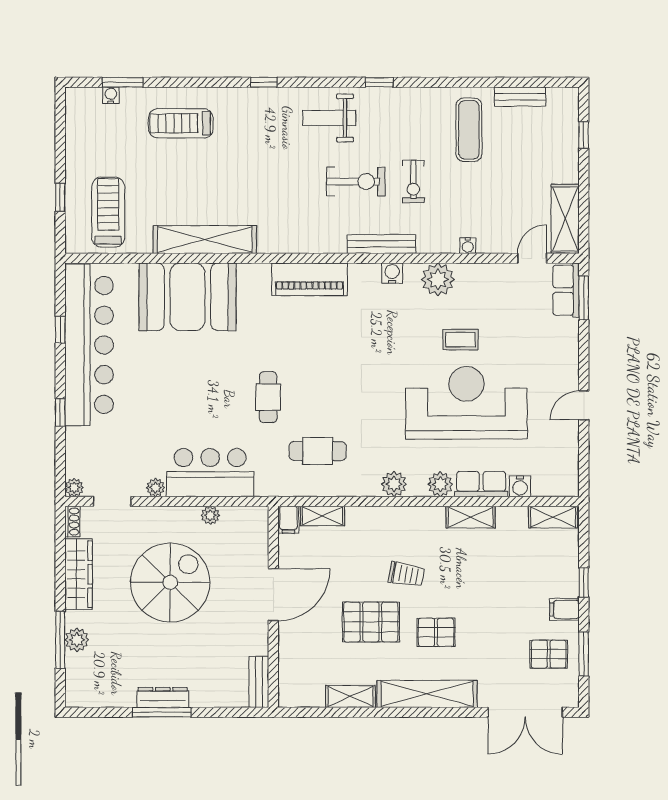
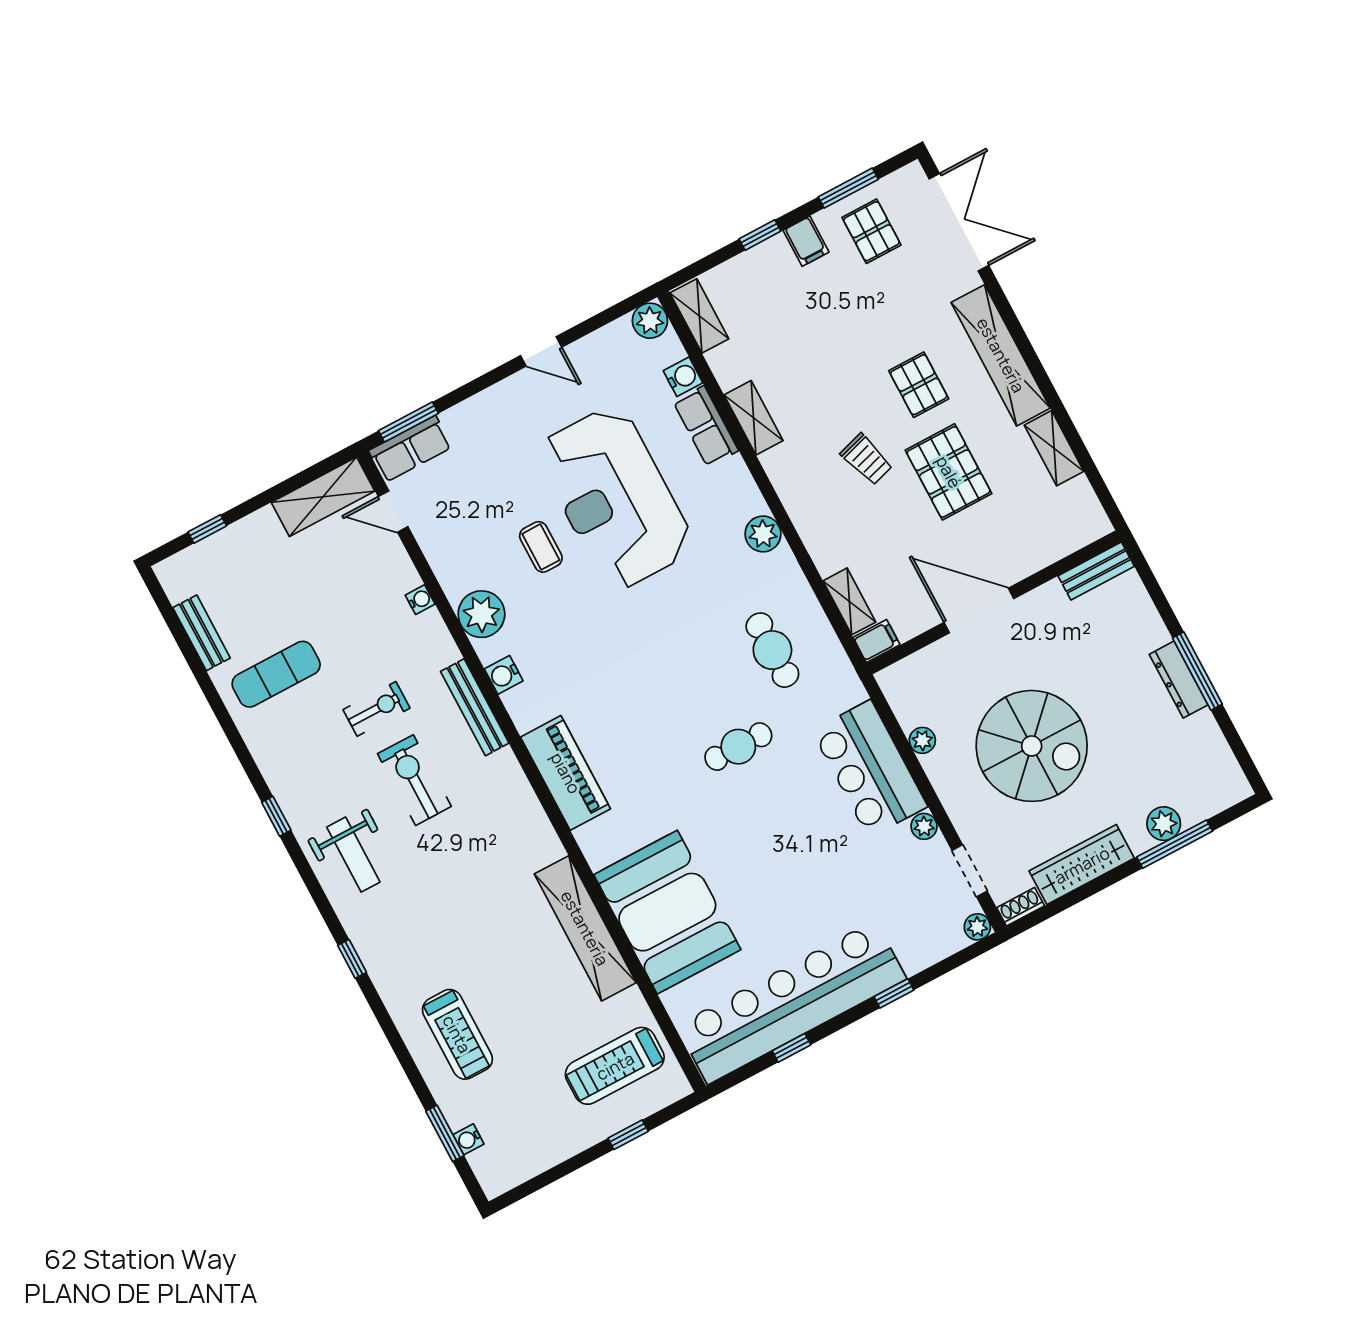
plant: (440, 484) -> (650, 321), moved
trolley: (406, 574) -> (867, 459), turned 153
spiral stairs: (170, 582) -> (1032, 746), turned 180

